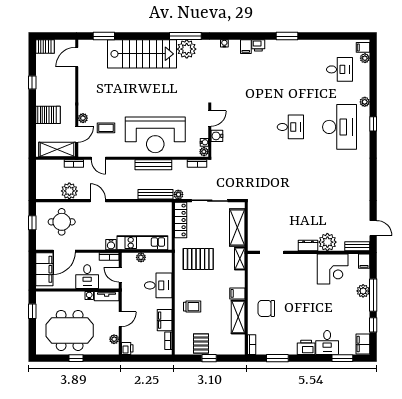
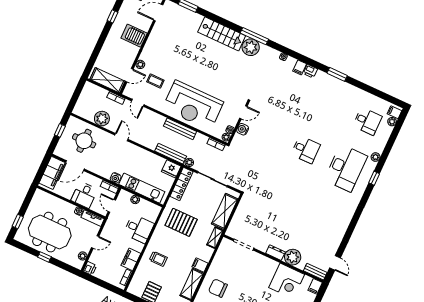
stairs: (142, 54) -> (222, 34), width x0.73, depth x0.66
server rack: (48, 115) -> (134, 36), moved, turned 180
fridge: (163, 209) -> (171, 169), added
window: (32, 311) -> (18, 222), moved

